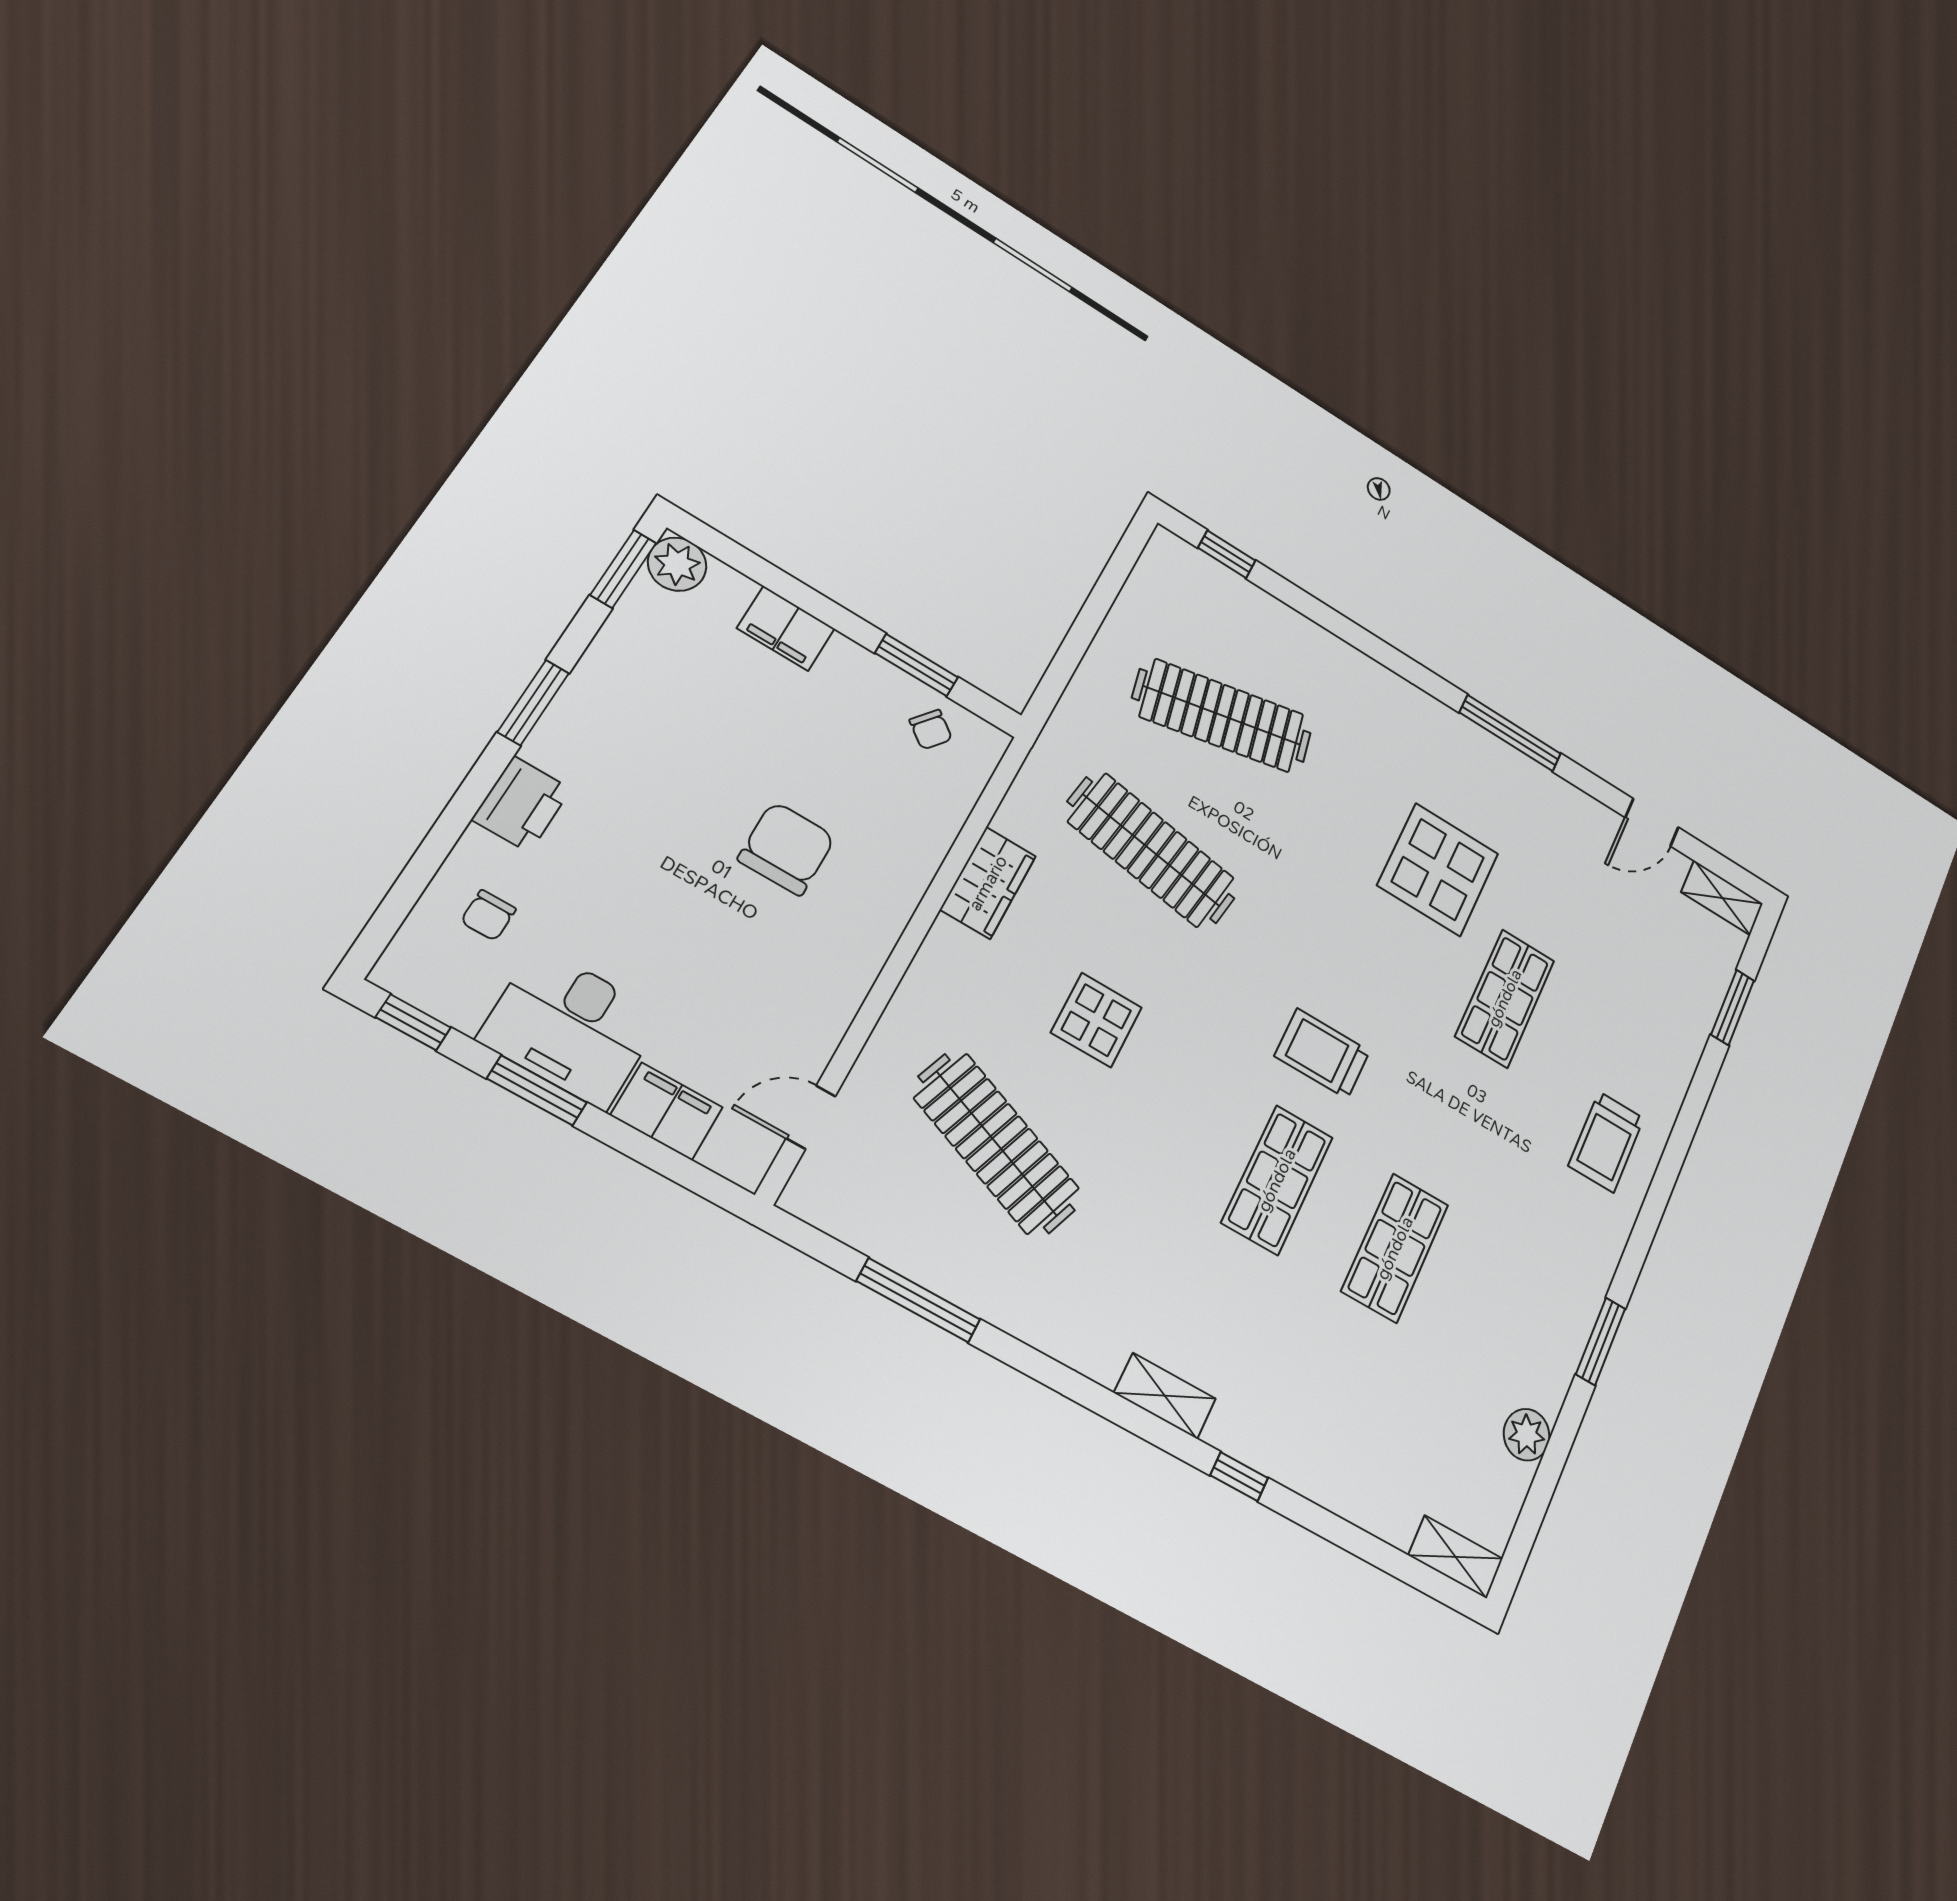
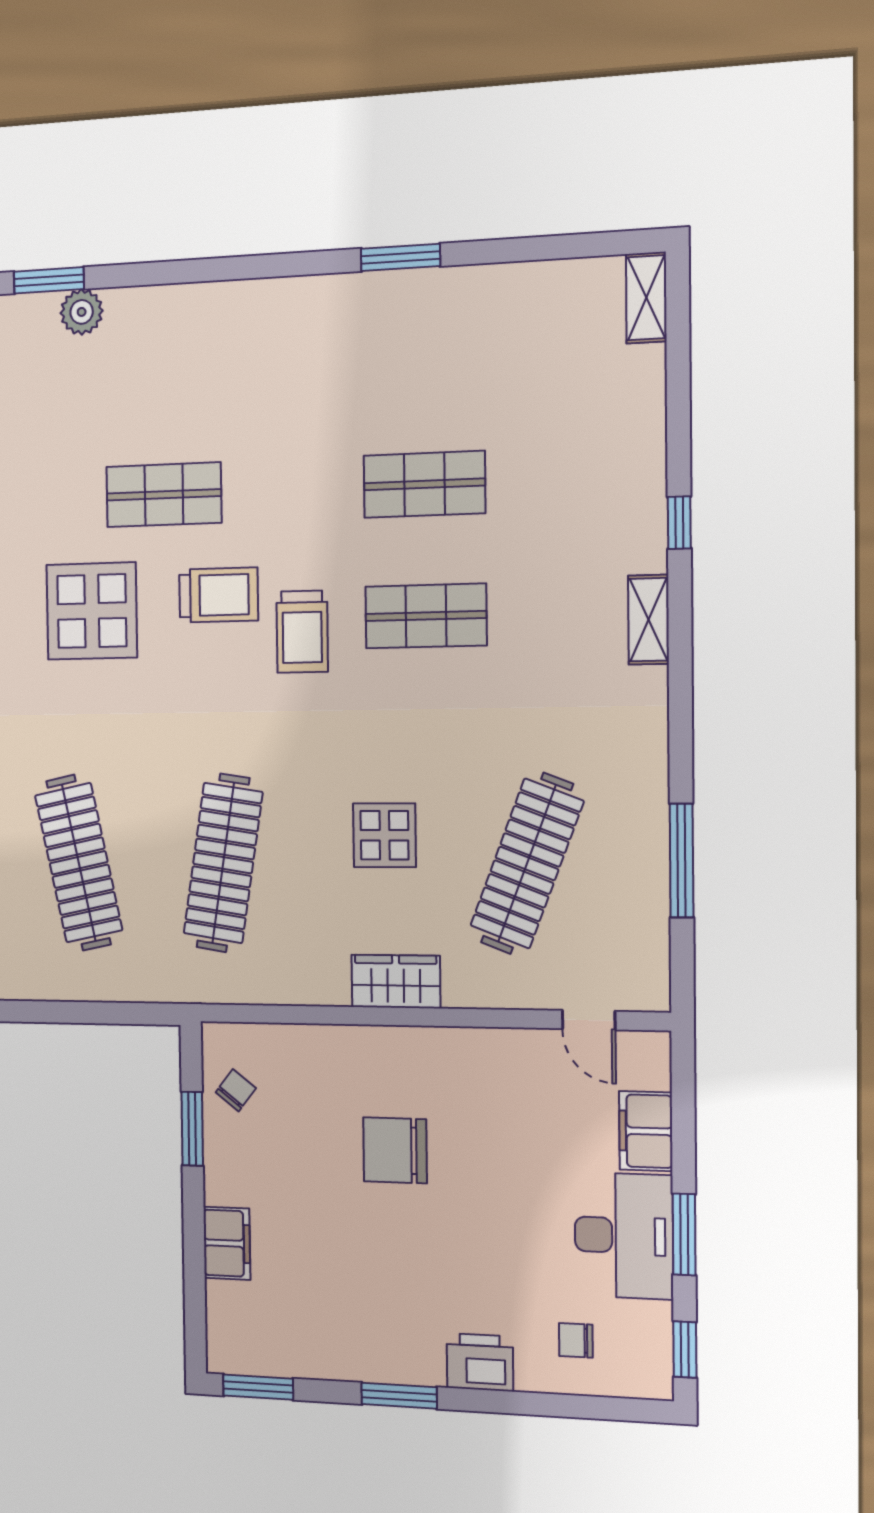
plant: (677, 564) -> (229, 1350), removed
wardrobe: (988, 883) -> (396, 981), moved
chair: (488, 915) -> (576, 1340), turned 180
trolley: (1606, 1142) -> (219, 595), moved
plant: (1527, 1435) -> (82, 312), moved

